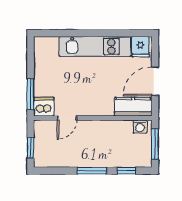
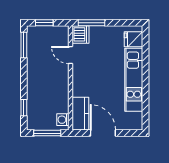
fridge: (141, 47) -> (134, 39), moved
window: (92, 171) -> (24, 45), moved

